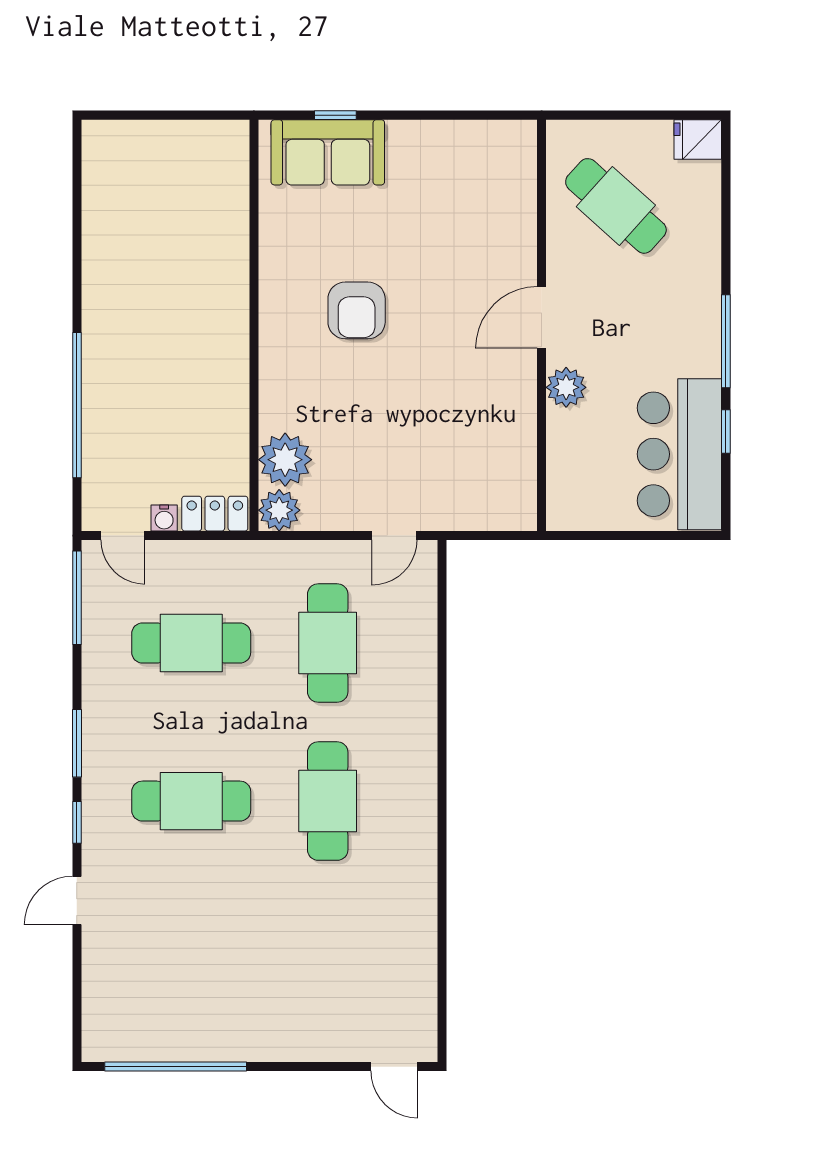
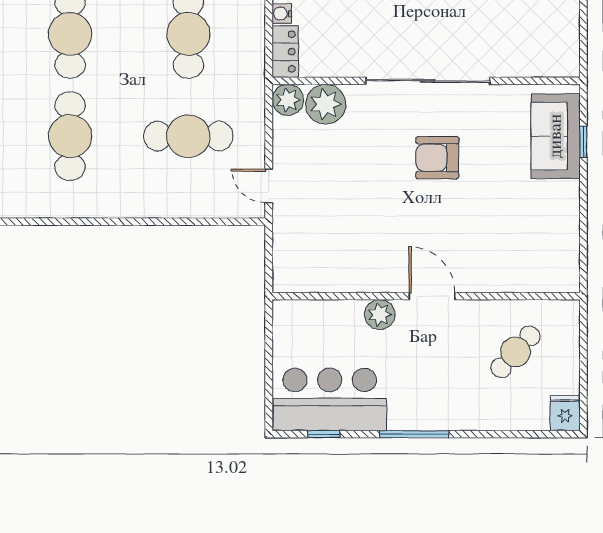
cafe table: (616, 206) -> (515, 352), width x0.73, depth x0.74
sliding door: (254, 323) -> (428, 81), added
window: (726, 432) -> (324, 434), moved
cafe table: (328, 801) -> (70, 136), turned 90

